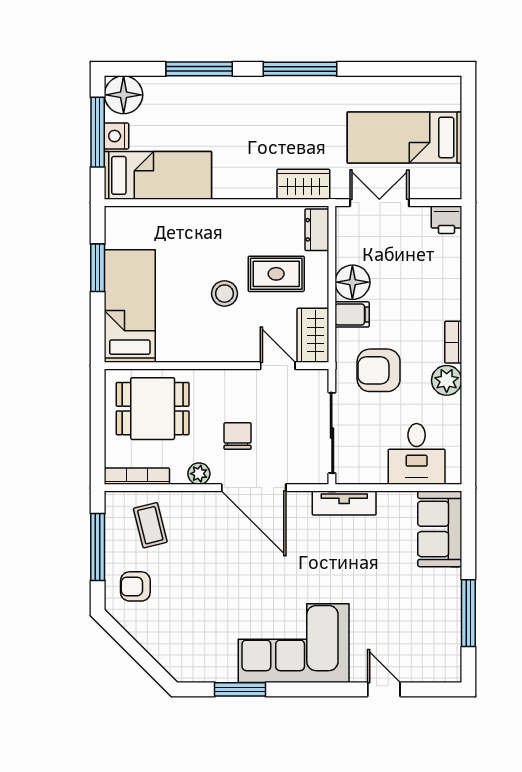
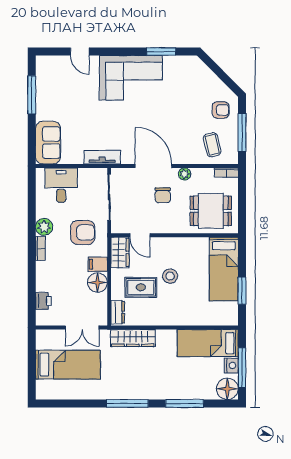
wardrobe: (303, 184) -> (133, 338), width x1.50
printer: (446, 220) -> (43, 301), moved, turned 90
bookcase: (137, 476) -> (226, 173), width x0.64

